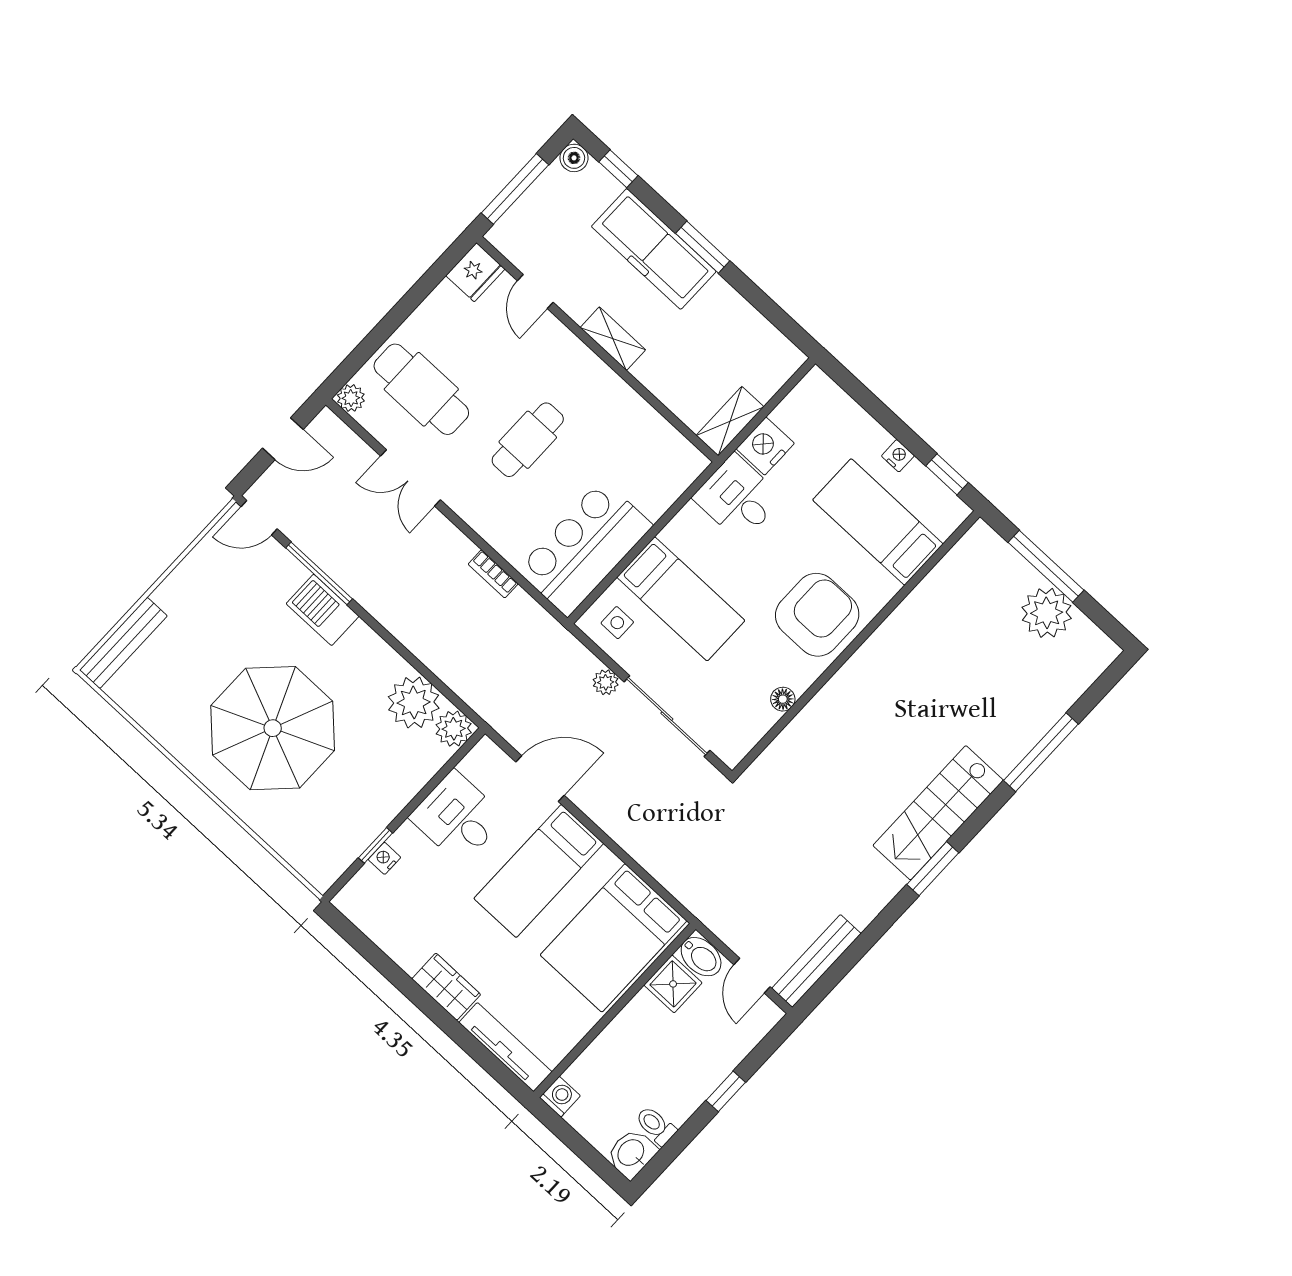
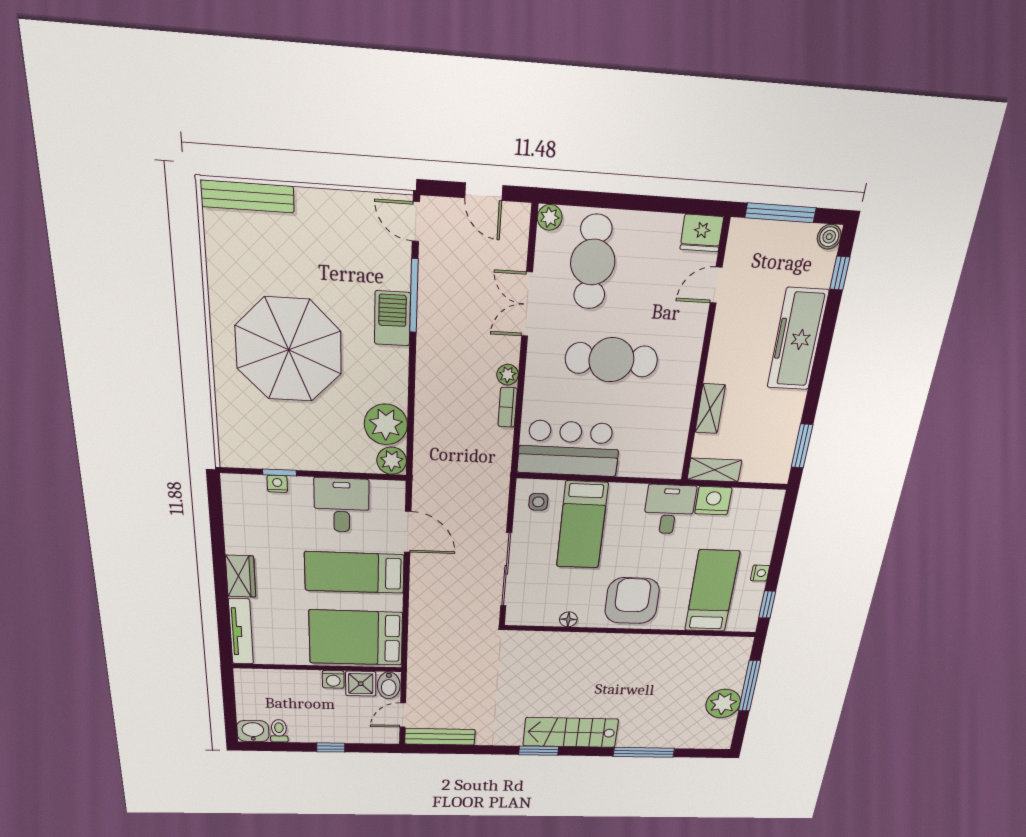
window: (703, 247) -> (802, 446), moved
shelving: (613, 339) -> (710, 409), moved
cafe table: (528, 440) -> (611, 360), width x1.37, depth x1.35
armchair: (817, 615) -> (632, 601), turned -90
plant: (606, 682) -> (508, 375), moved
washing machine: (560, 1097) -> (333, 679), moved, turned 90

